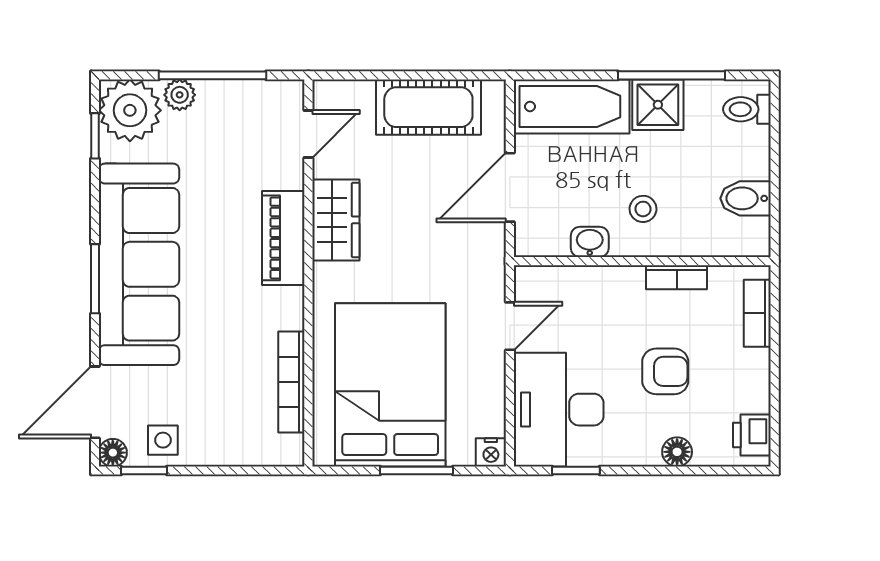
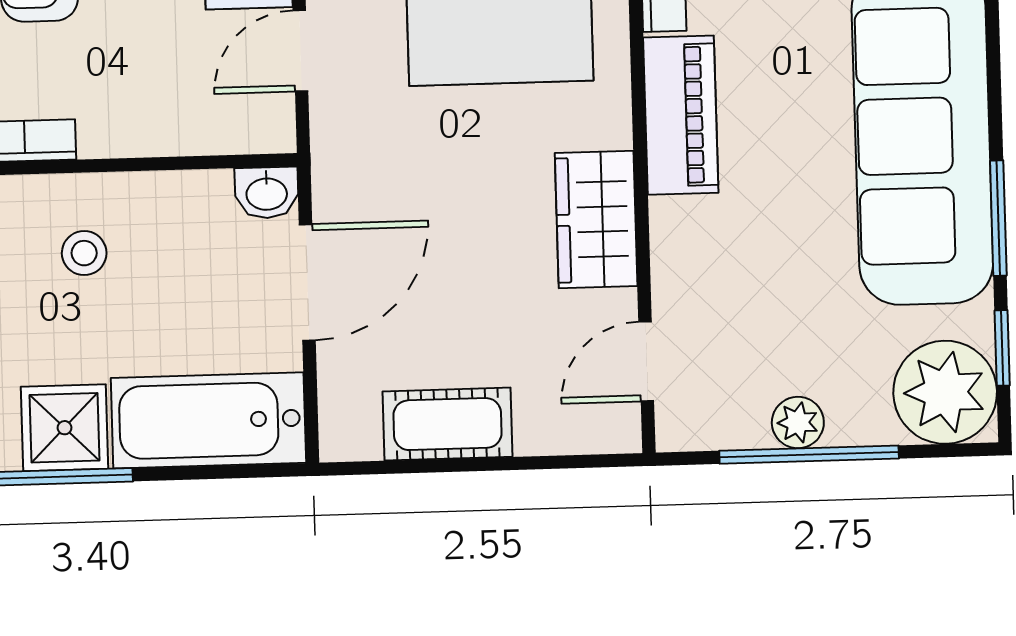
plant: (180, 95) -> (798, 423), moved
cot: (428, 107) -> (448, 424), width x0.73, depth x0.75
piano: (283, 238) -> (681, 115), moved
washbasin: (590, 242) -> (267, 193), moved
window: (95, 279) -> (998, 218), moved

